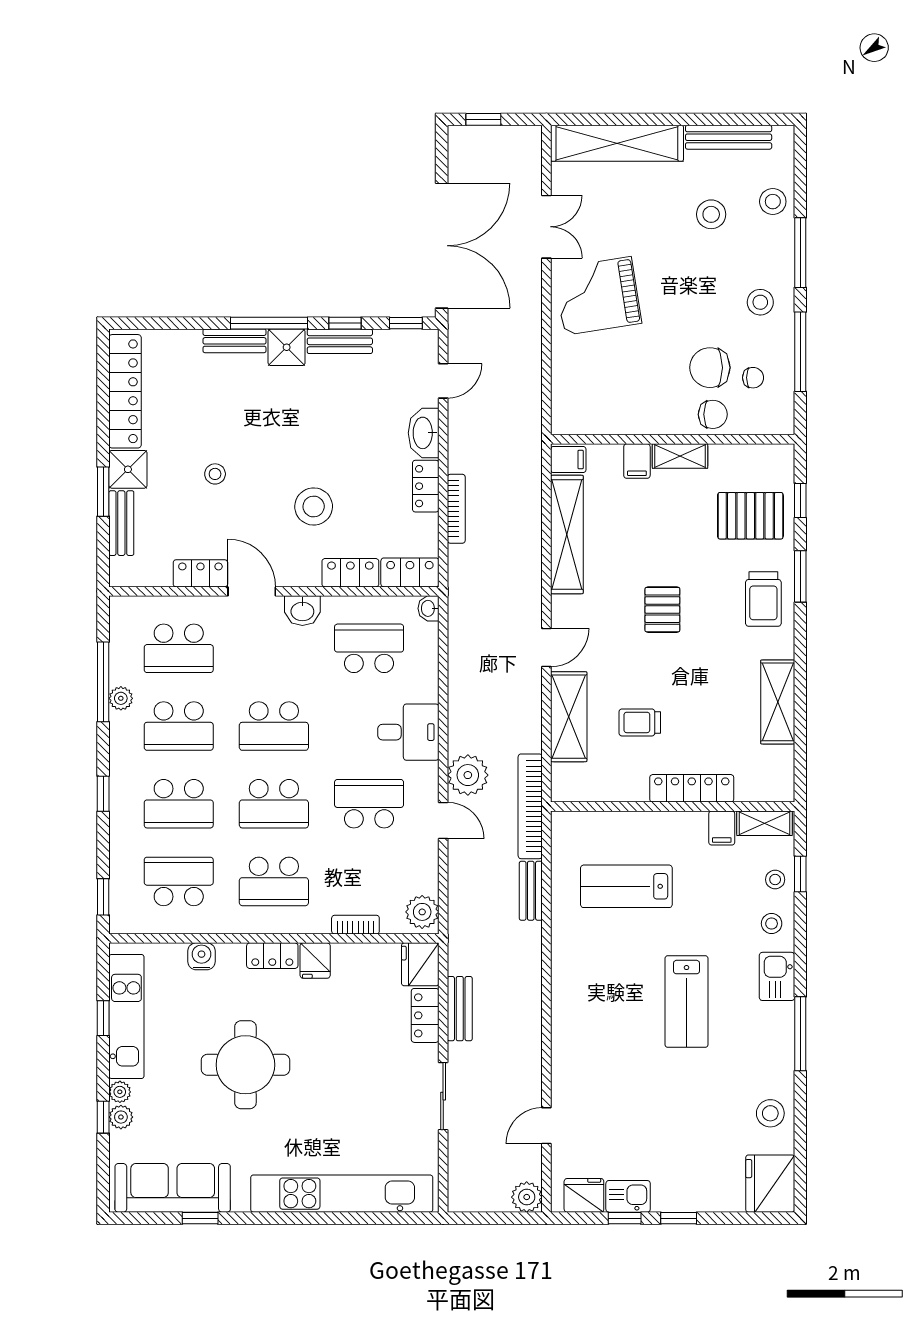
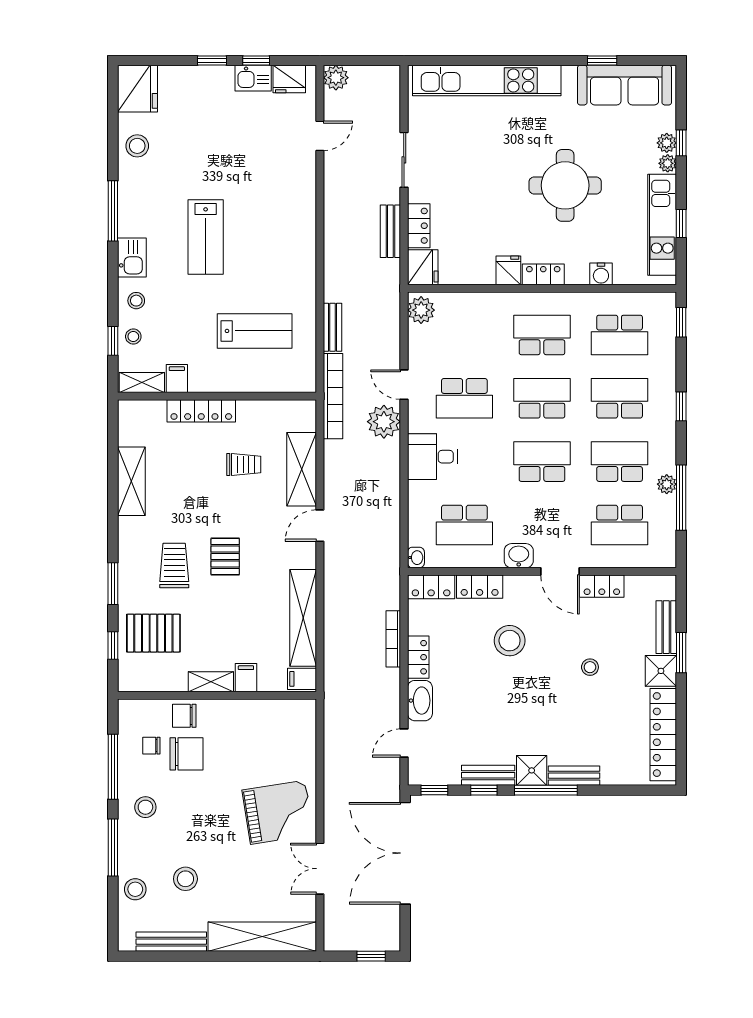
trolley: (763, 599) -> (174, 566), moved
school desk: (179, 648) -> (620, 525), turned 180
bookcase: (355, 925) -> (475, 300), removed
lab bench: (686, 1002) -> (206, 237), turned 180

